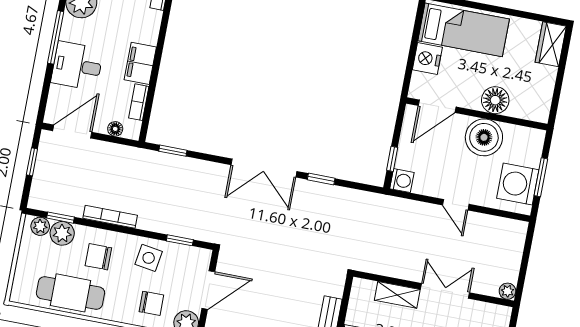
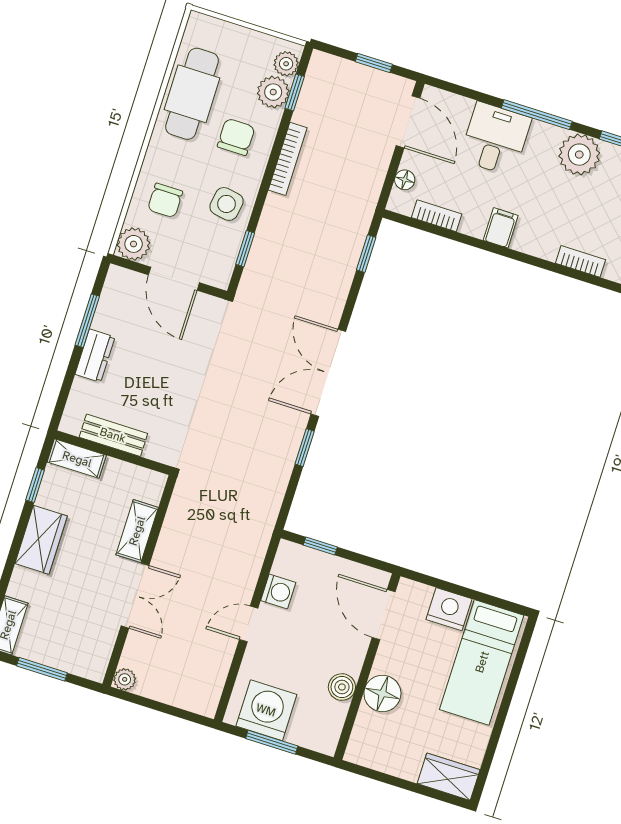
filing cabinet: (140, 63) -> (501, 228), width x0.50
boiler: (484, 137) -> (342, 687), width x0.54, depth x0.54
washing machine: (402, 181) -> (278, 592), moved, turned -90

